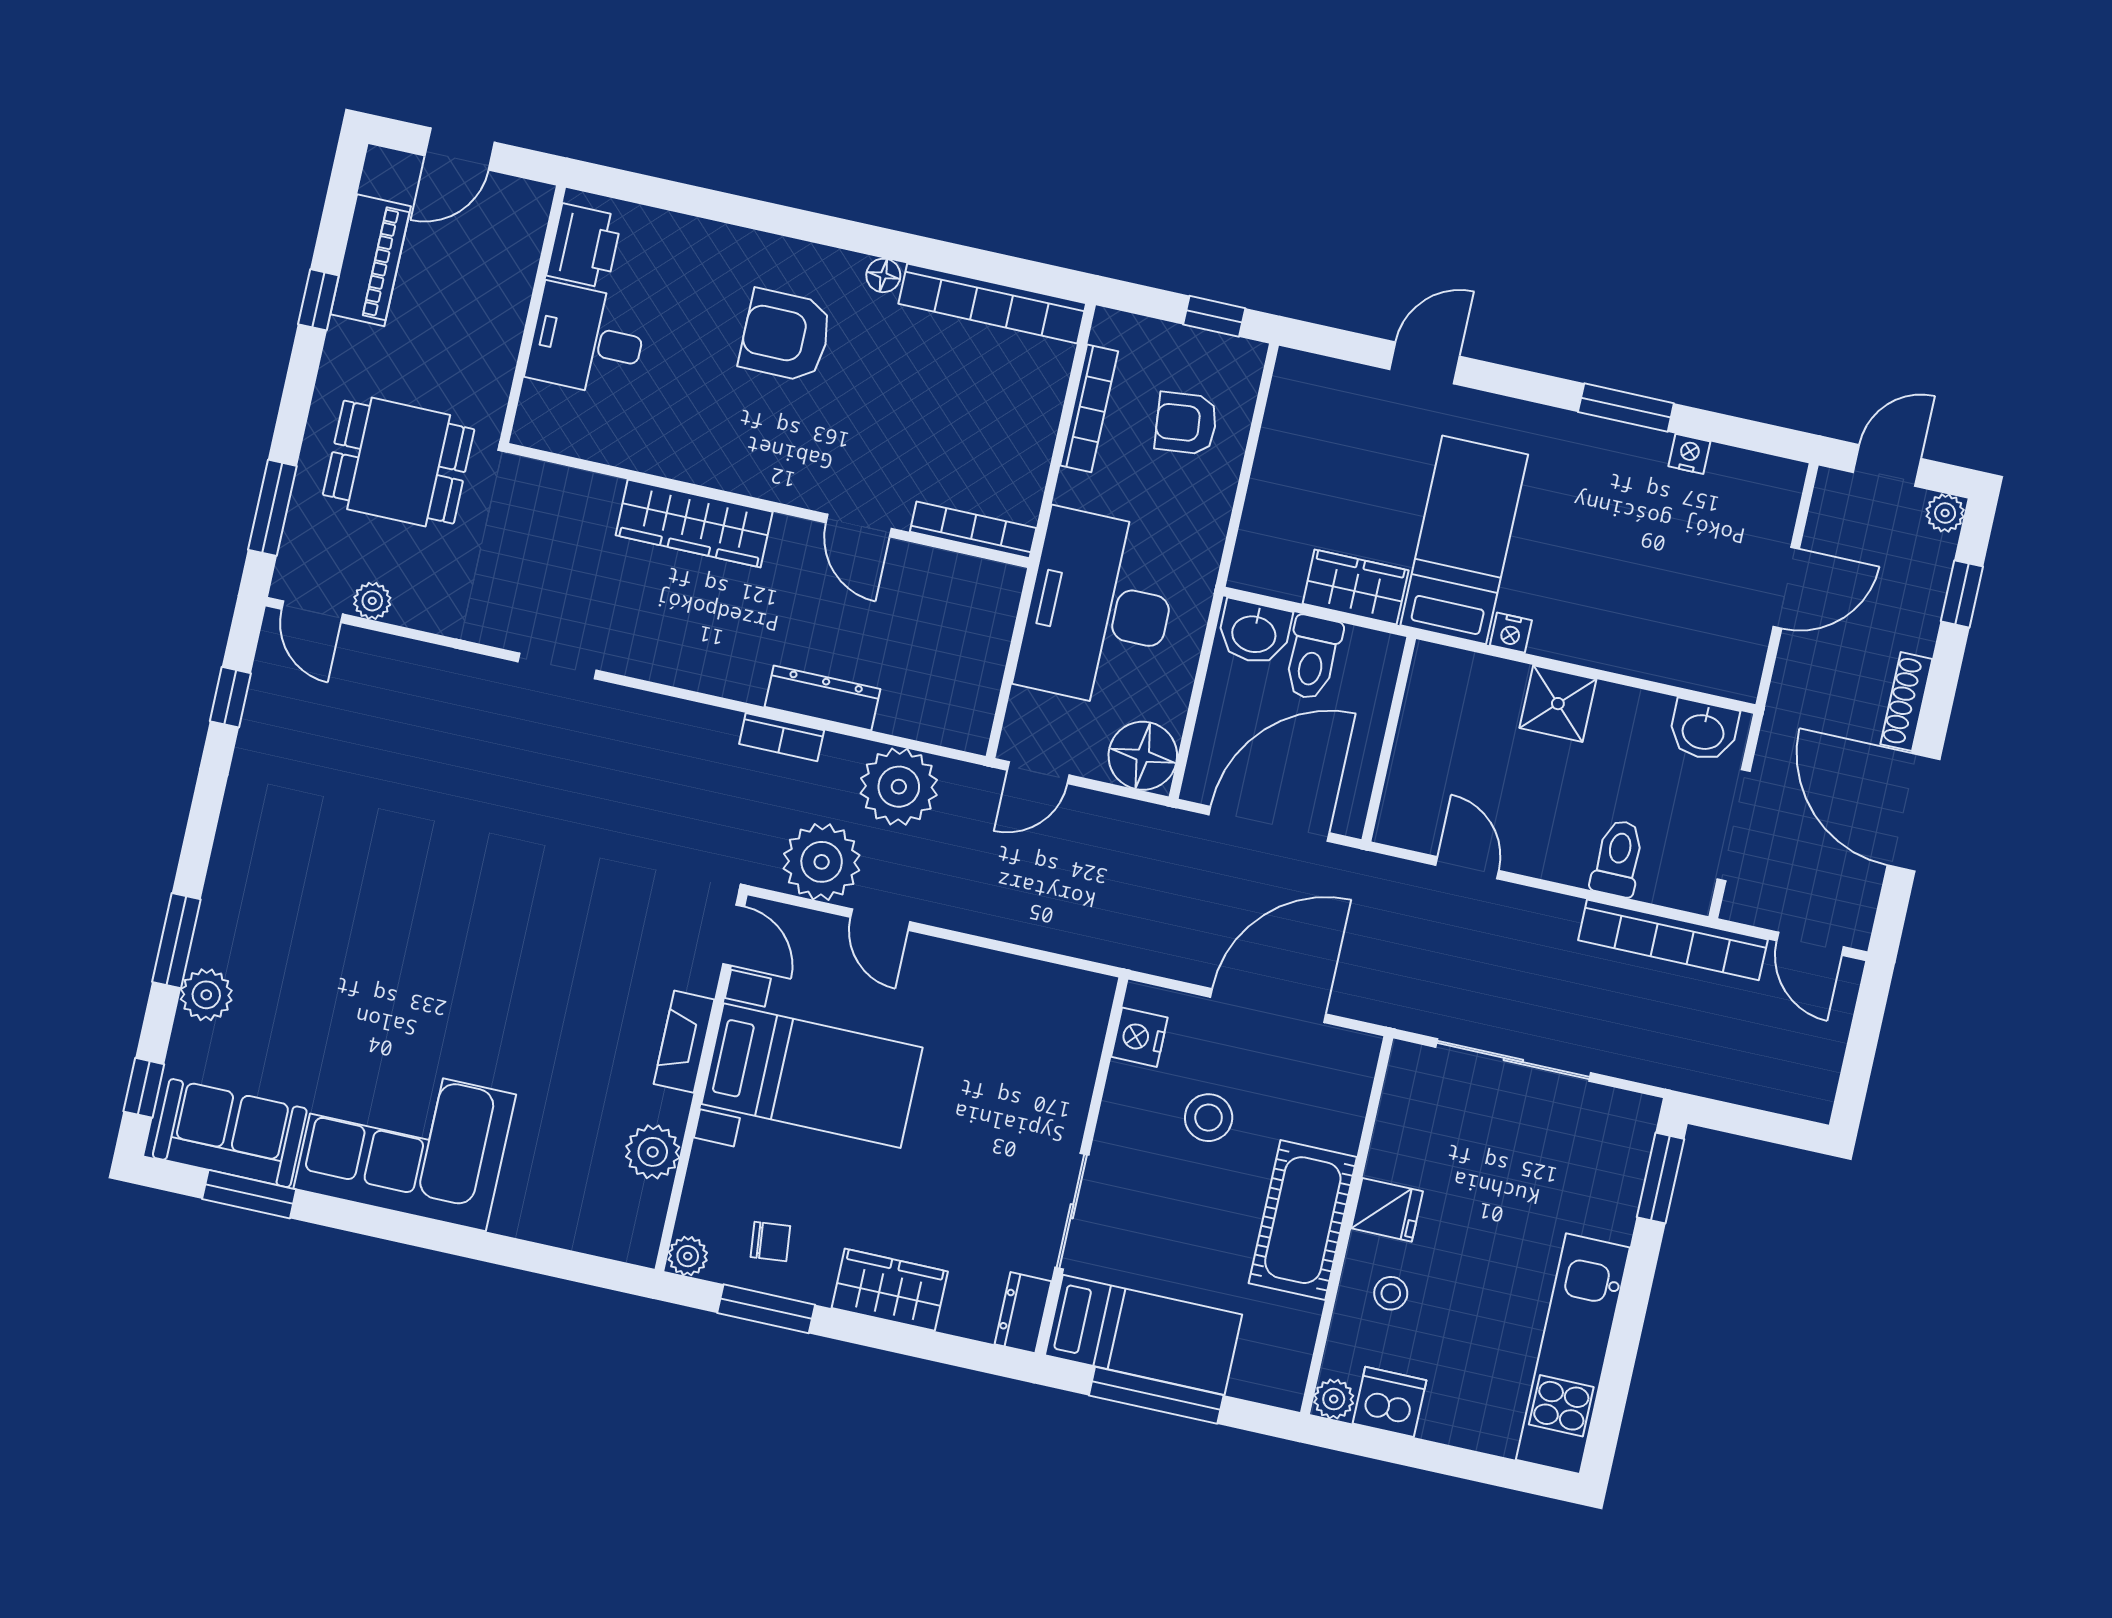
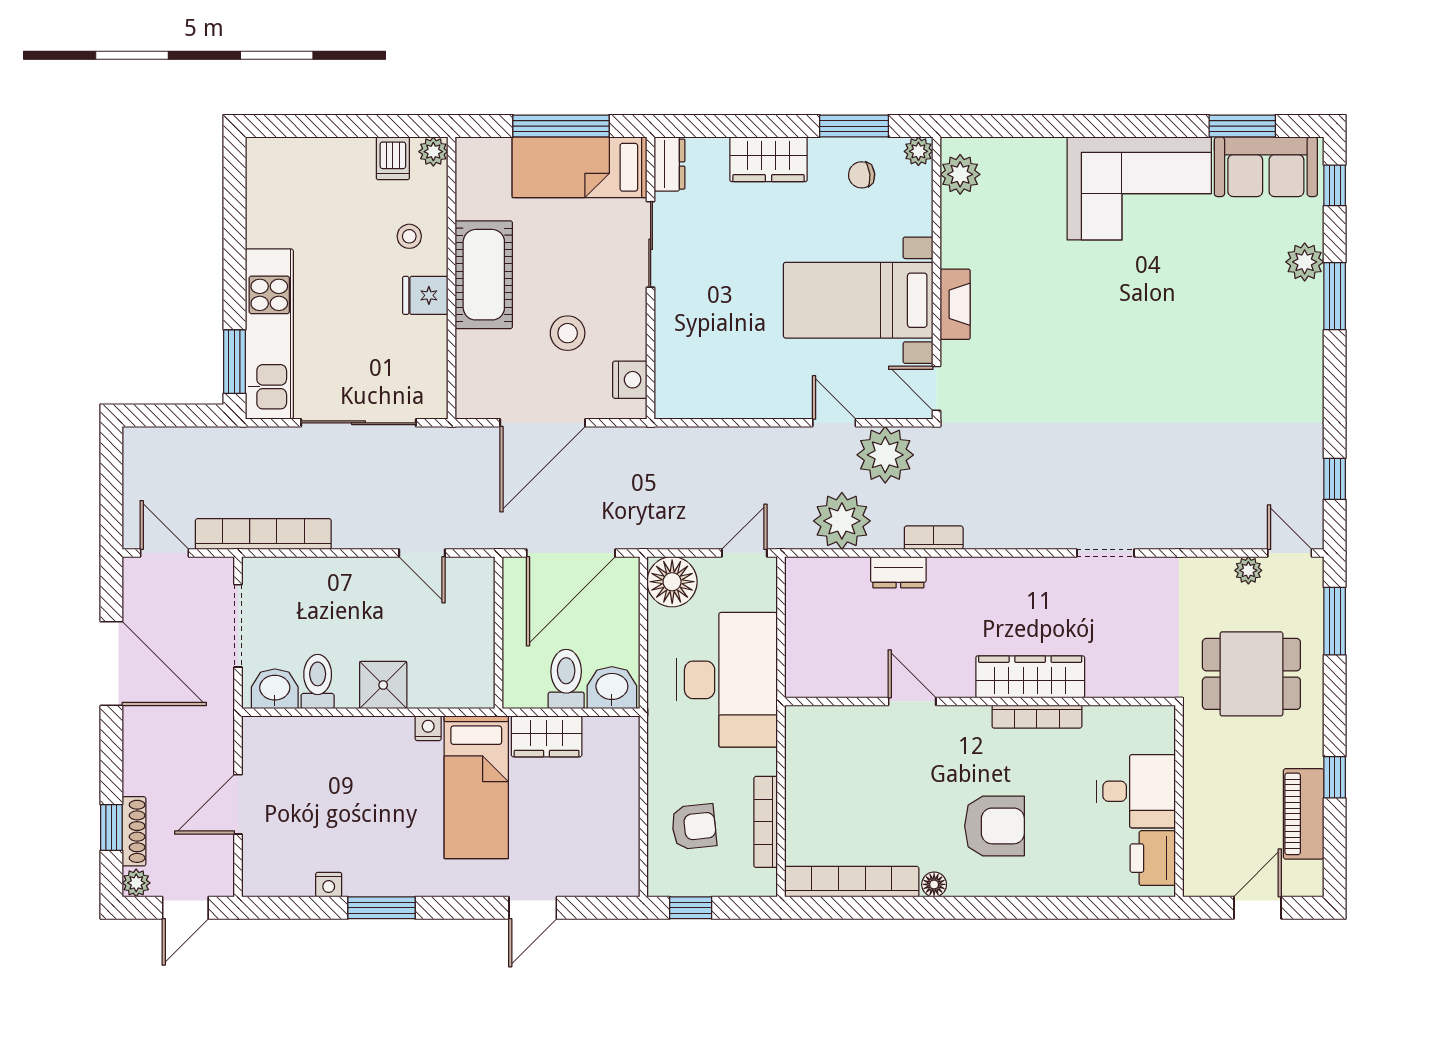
bookcase: (973, 530) -> (1037, 717), moved
dresser: (823, 698) -> (898, 572), width x0.70
shoe rack: (1906, 702) -> (134, 831), moved
toilet: (1618, 858) -> (318, 682), moved, turned 180
plant: (653, 1152) -> (960, 174), moved
kitchen unit: (1573, 1354) -> (269, 334), moved
dishwasher: (1390, 1402) -> (393, 158), width x0.73

